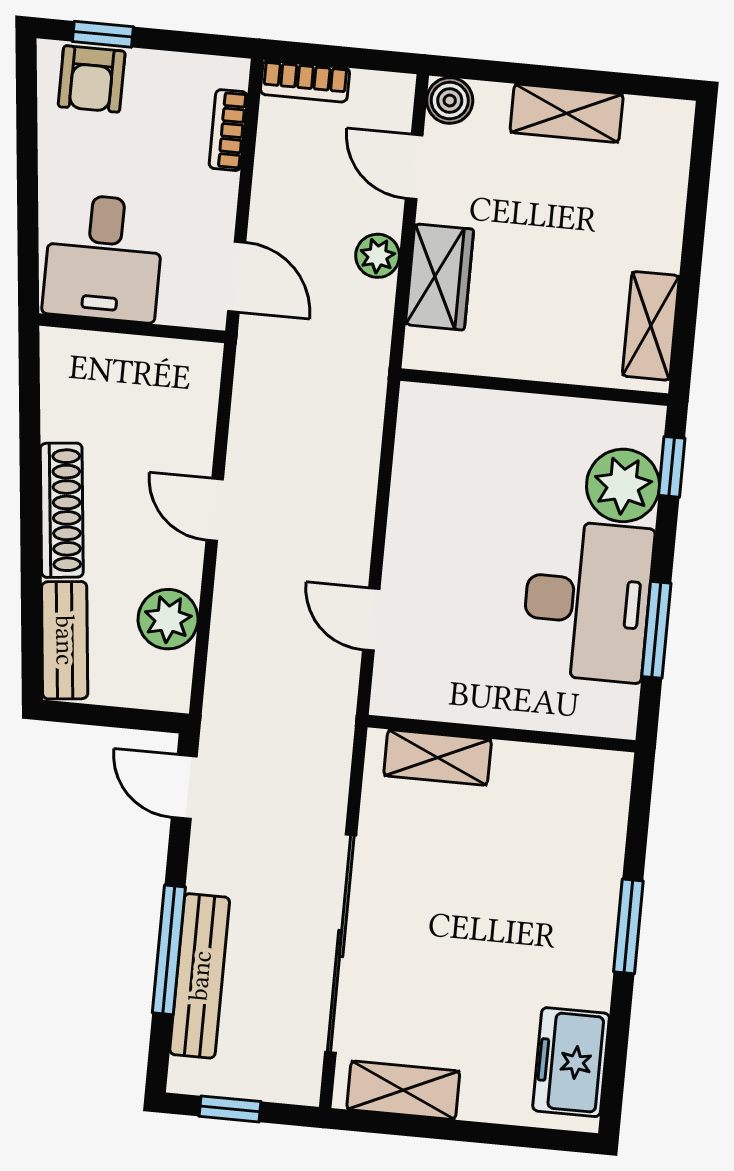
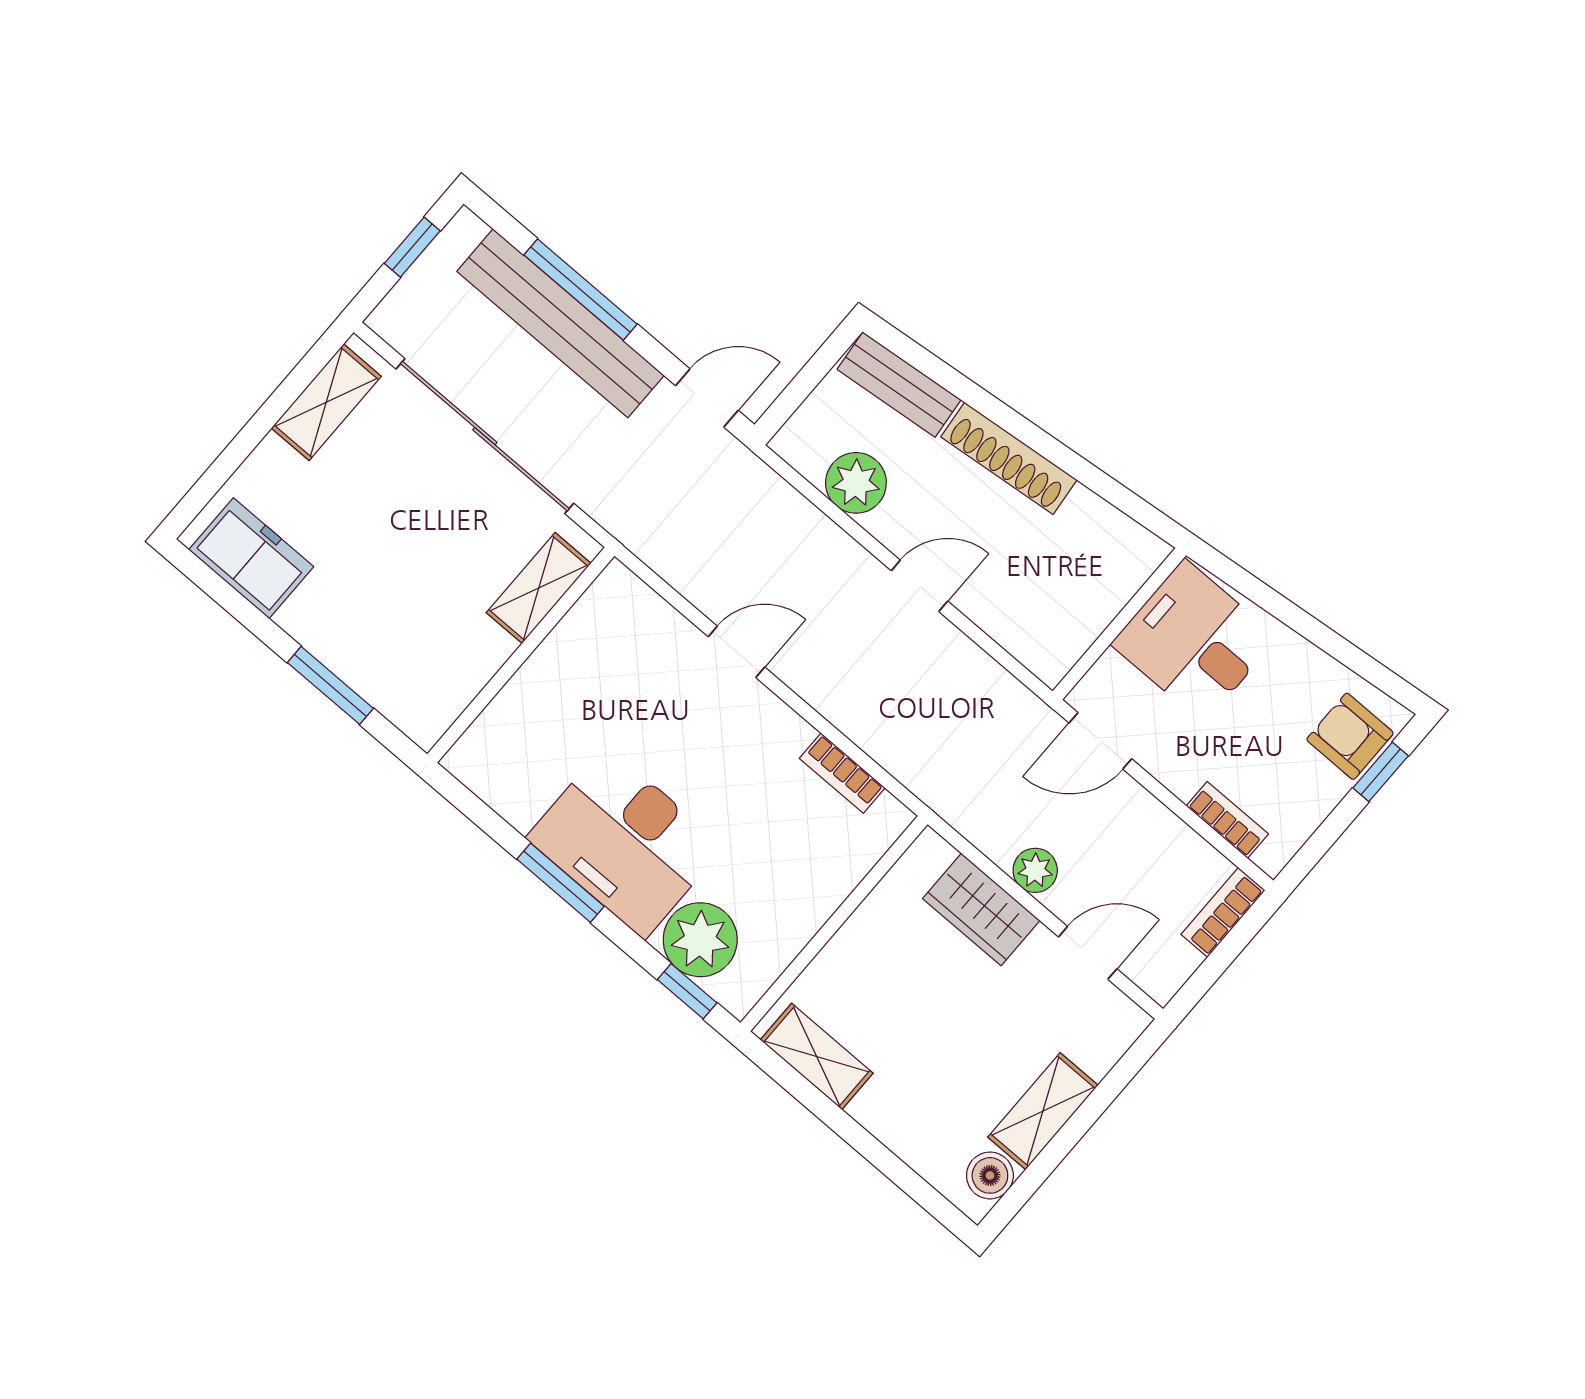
boiler: (450, 101) -> (990, 1175), moved
bookcase: (409, 466) -> (842, 773), added
wall: (501, 734) -> (521, 655), moved
shelving: (438, 757) -> (539, 588), moved
bench: (200, 976) -> (560, 323), width x1.37, depth x1.21

